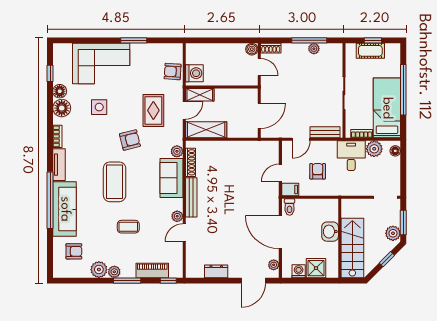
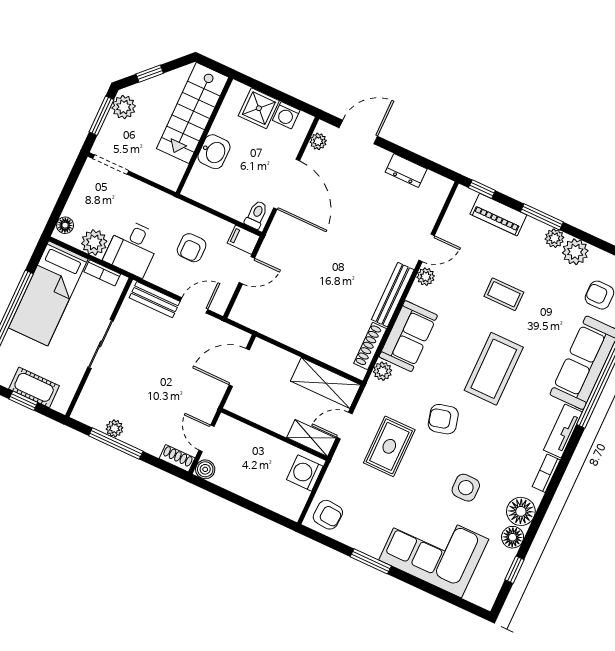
armchair: (173, 72) -> (328, 515), moved

